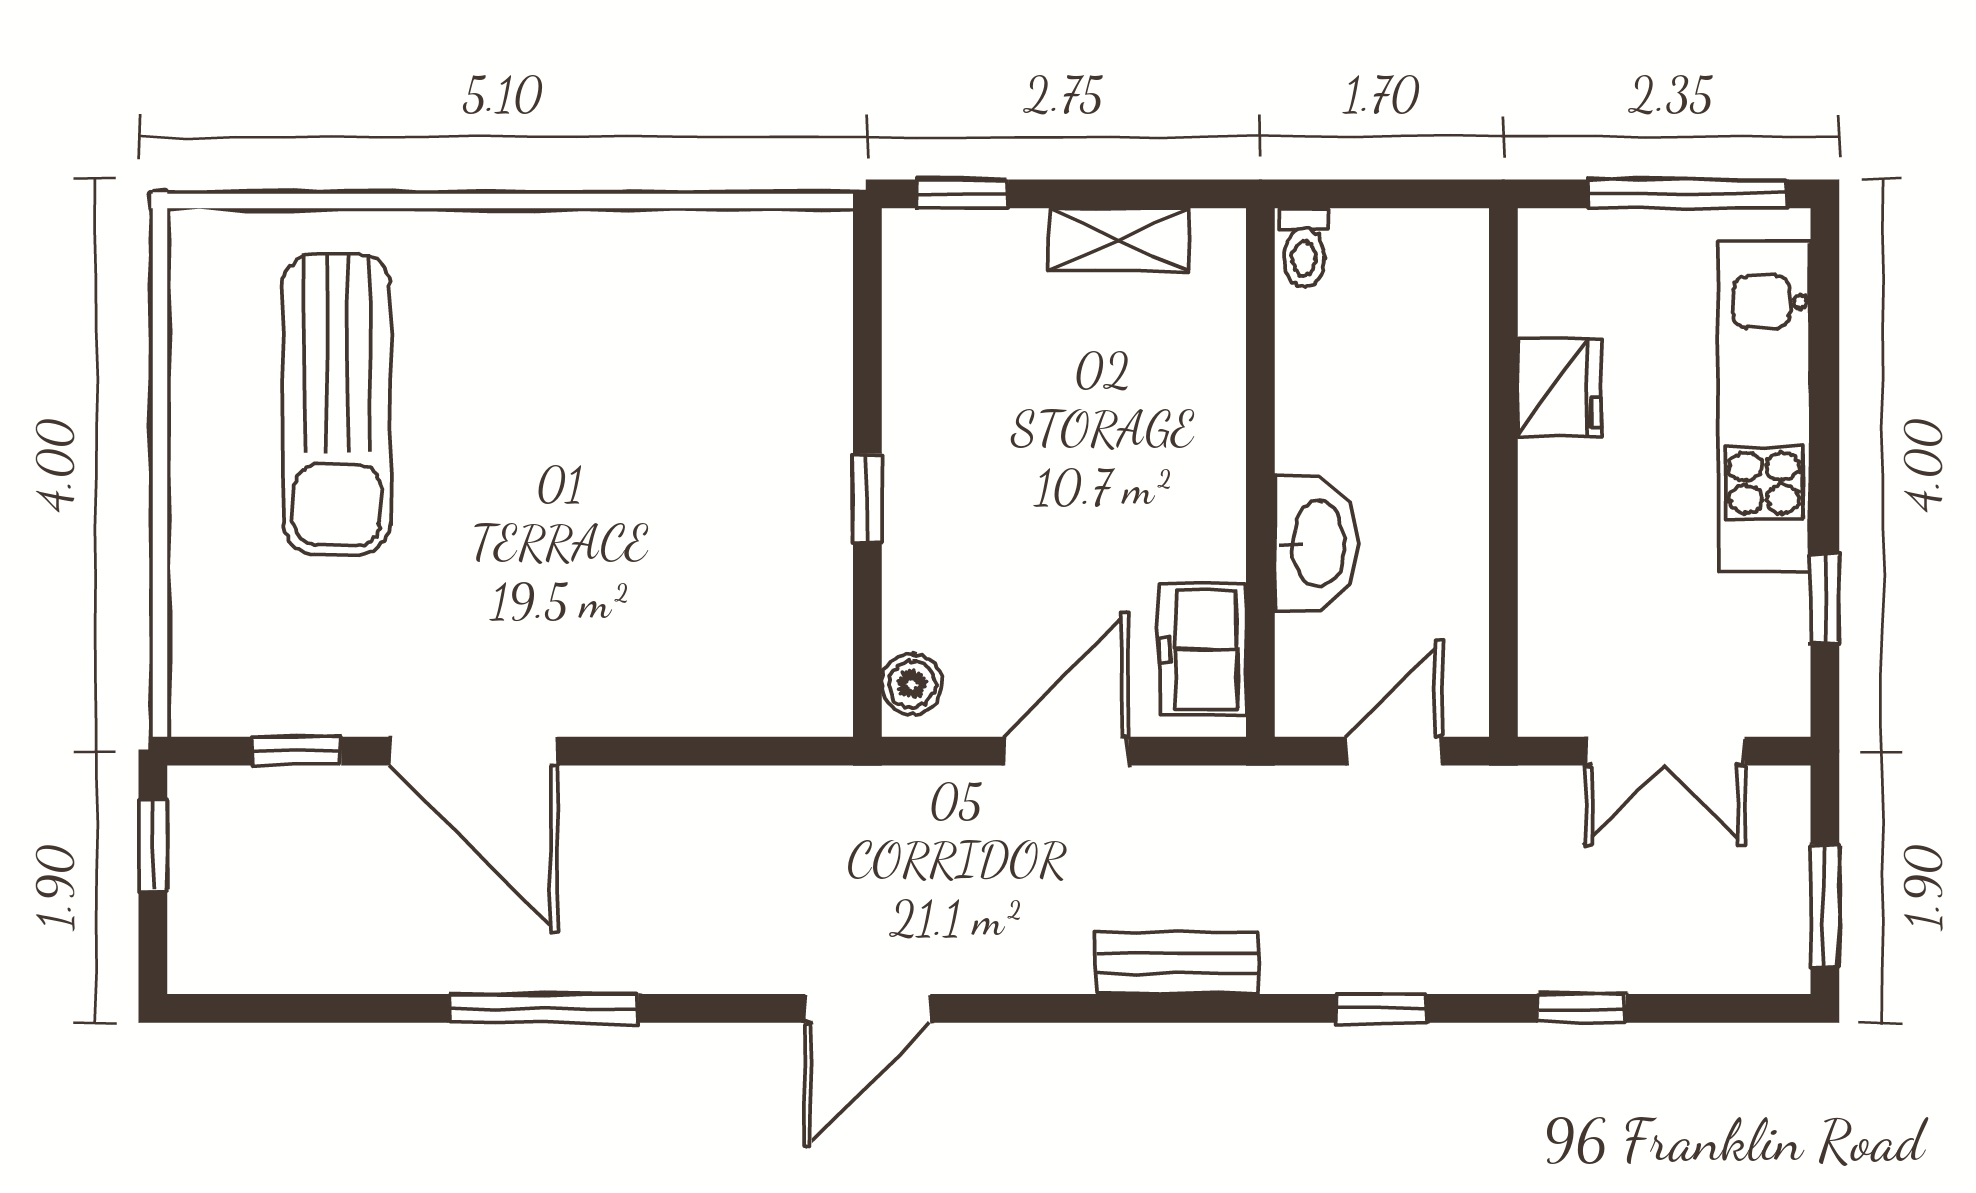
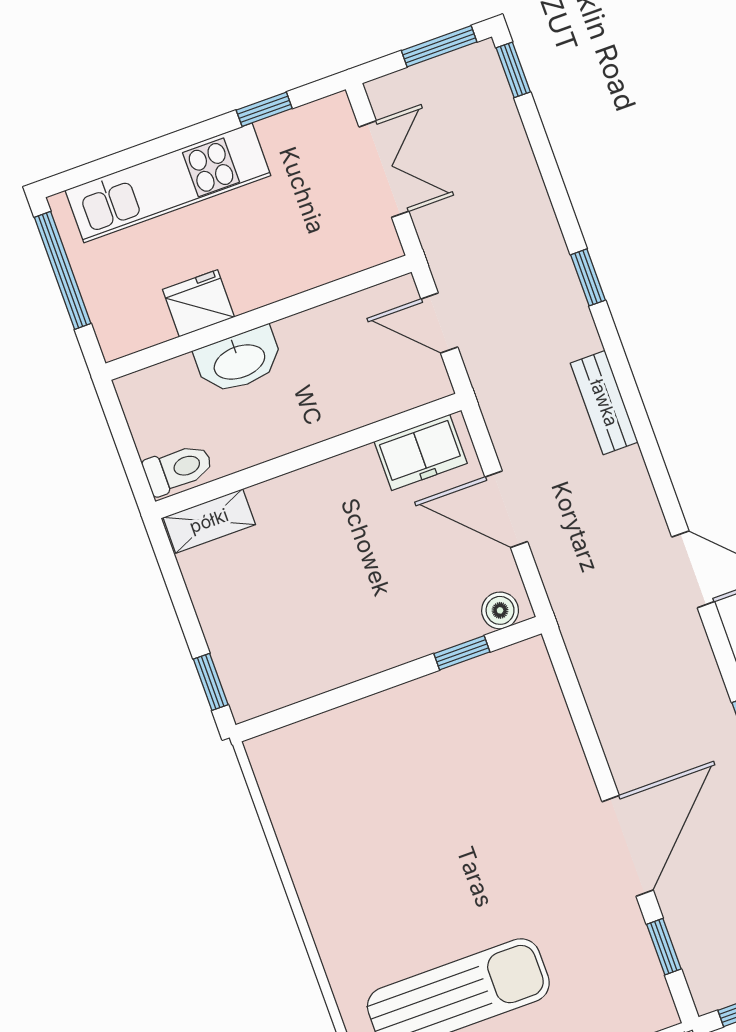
shelving: (1119, 240) -> (209, 521), moved, turned 90
toilet: (1304, 247) -> (178, 469), width x1.37, depth x1.39
window: (867, 498) -> (462, 653), moved
washbasin: (1316, 544) -> (239, 361), moved, turned 180
window: (1582, 1008) -> (513, 70), moved

